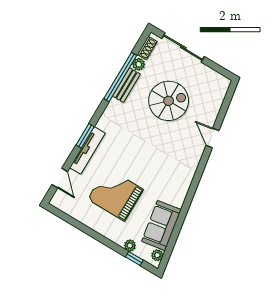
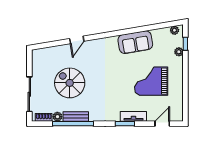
tv unit: (87, 150) -> (133, 116), width x0.71
grand piano: (115, 194) -> (151, 81), turned 90
sofa: (161, 225) -> (135, 42), moved

